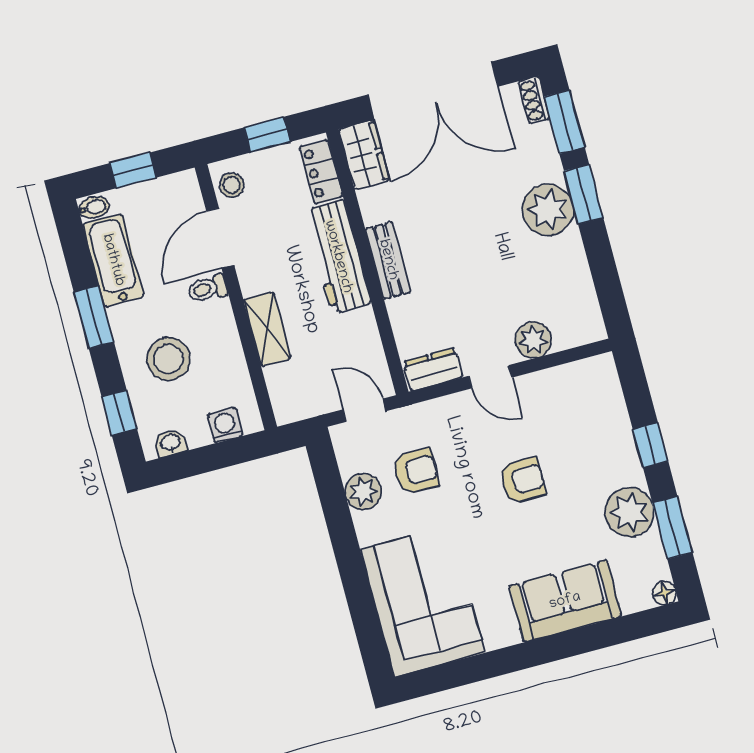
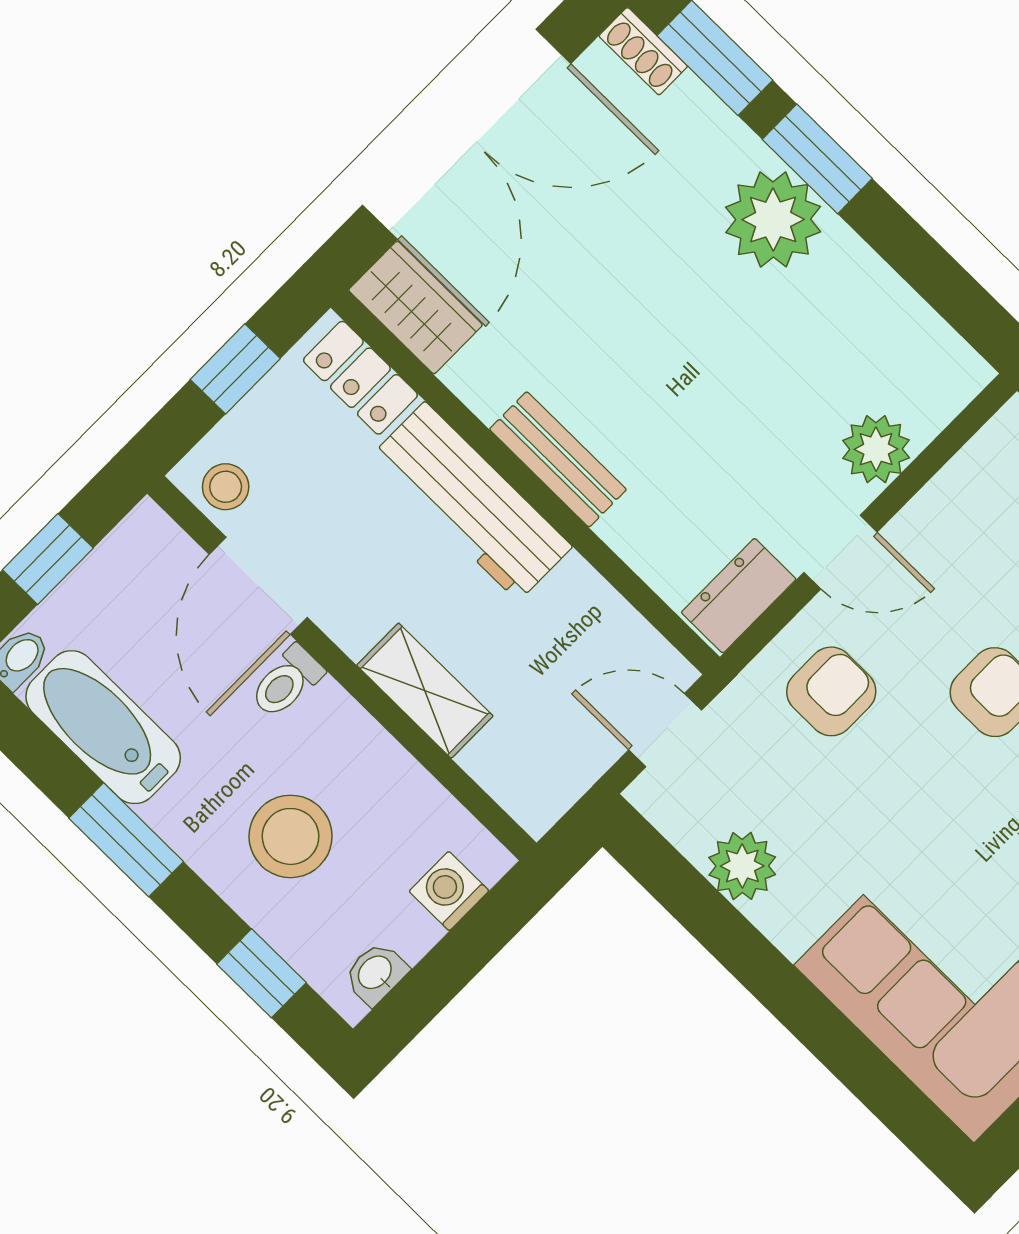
armchair: (416, 471) -> (831, 691), moved

